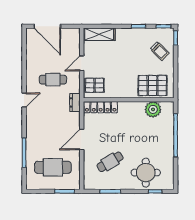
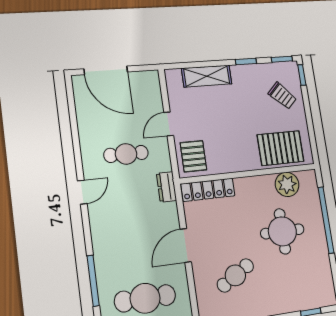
shelving: (99, 34) -> (207, 76), moved
pallet: (94, 85) -> (193, 156), turned 90
round table: (146, 173) -> (282, 231), moved

